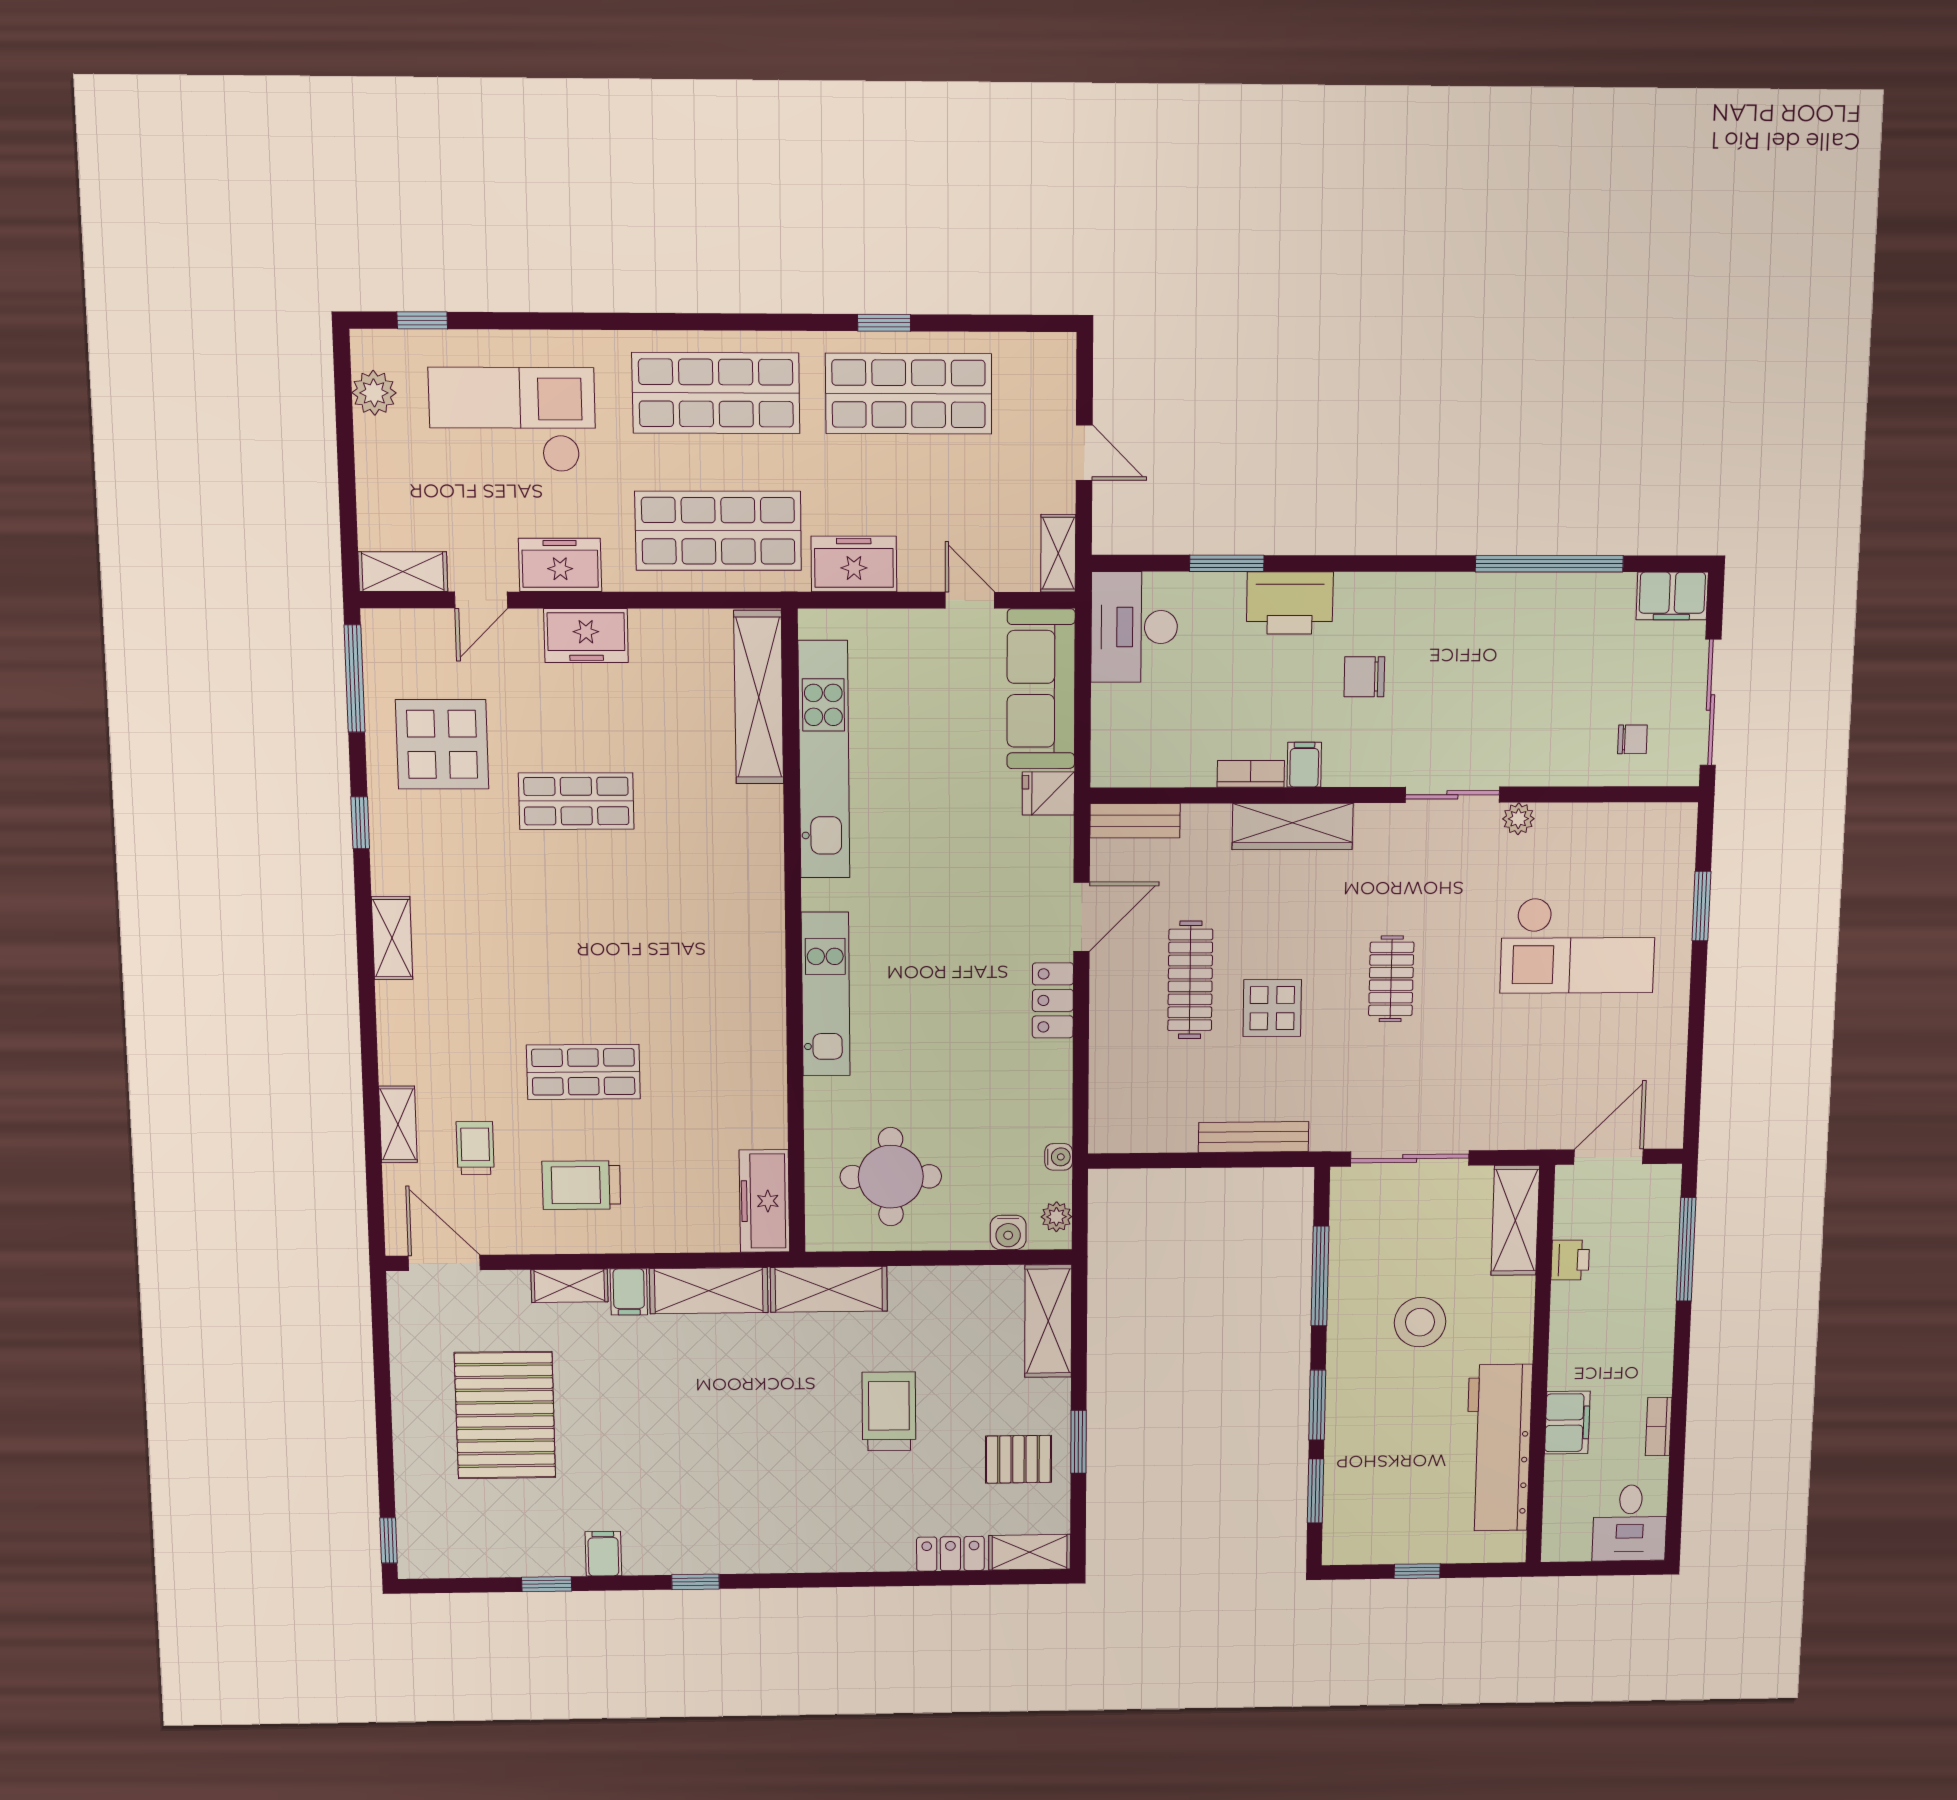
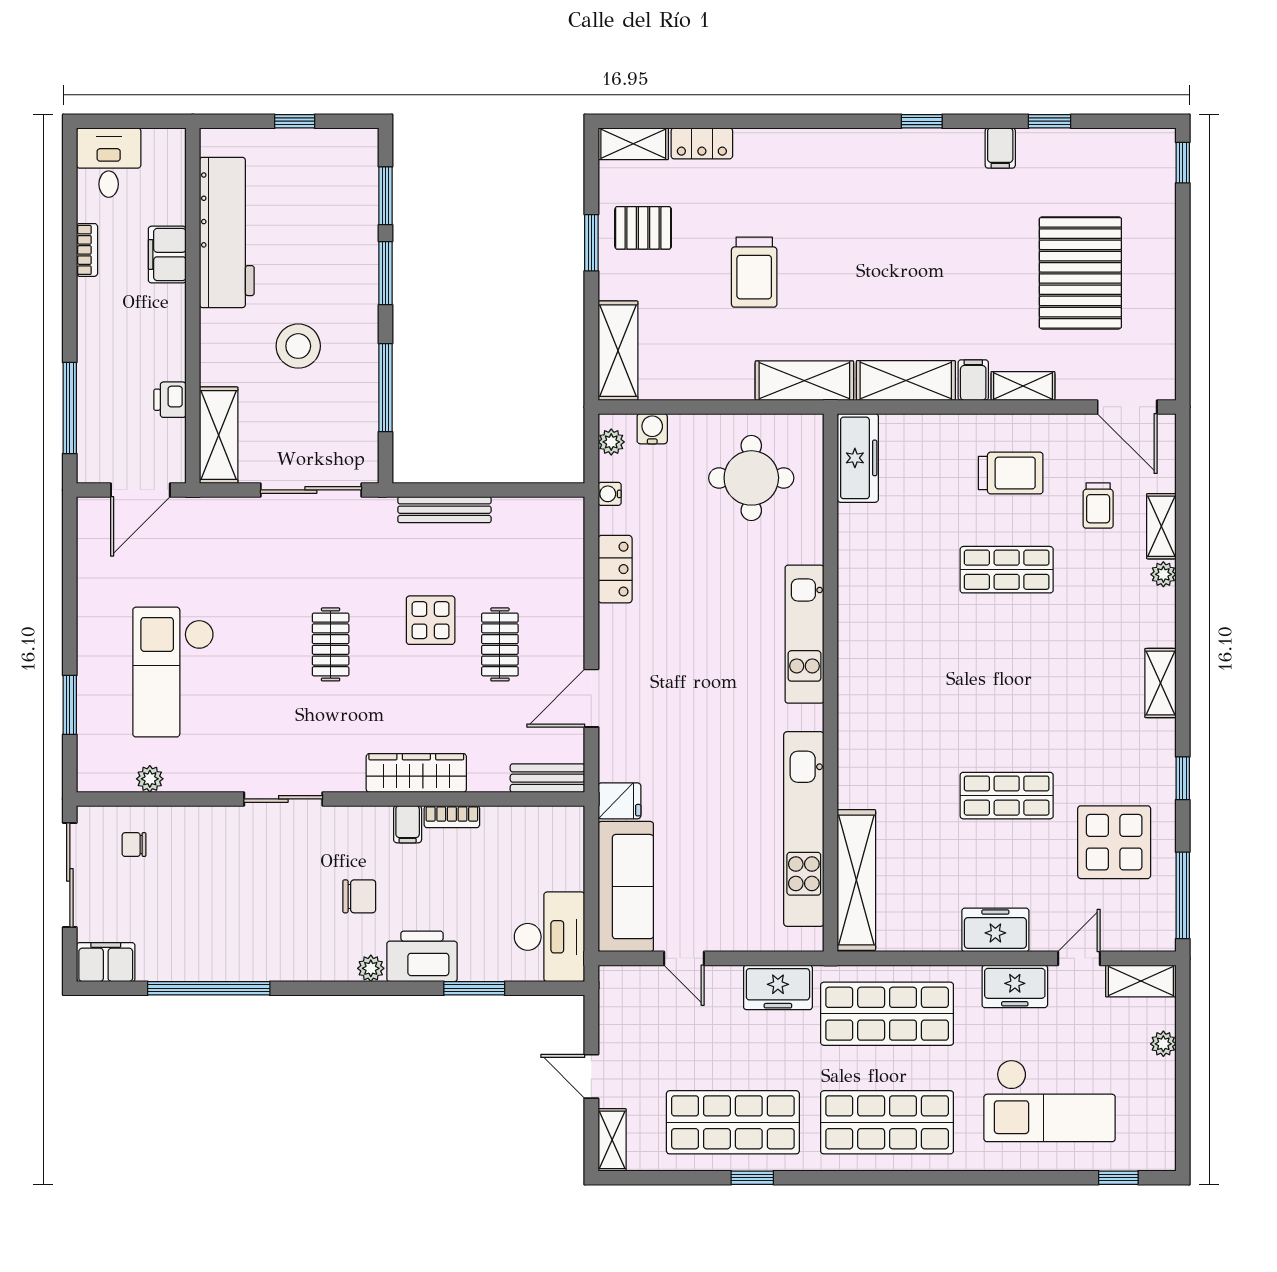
plant: (374, 393) -> (1163, 1044), moved, width x0.73, depth x0.73
shelving: (1058, 553) -> (612, 1140), moved
plant: (1352, 588) -> (371, 968), added
plant: (1518, 819) -> (150, 779), moved
checkout: (1578, 945) -> (173, 672), turned -90
clothes rail: (1190, 980) -> (500, 644), width x0.73
locker: (1053, 1000) -> (615, 569), moved
plant: (393, 1068) -> (1163, 574), added

